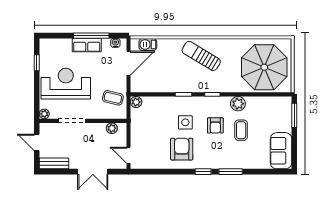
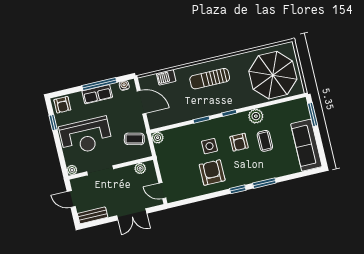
barbecue: (148, 45) -> (166, 77), moved
armchair: (50, 47) -> (62, 105), added
sun lounger: (201, 56) -> (210, 79), turned -31
door: (129, 63) -> (141, 102), hinge flipped
reception desk: (66, 84) -> (86, 136), turned 180
sofa: (281, 151) -> (306, 145), width x1.36

